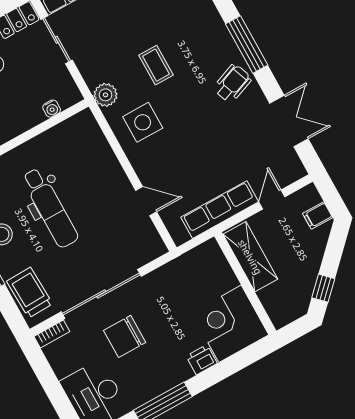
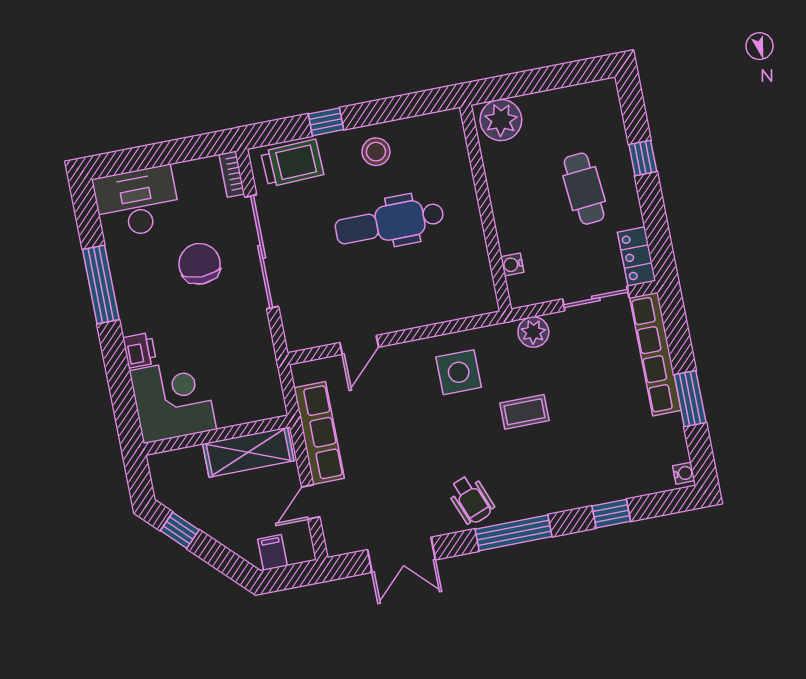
plant: (105, 95) -> (533, 332), moved
door: (272, 199) -> (311, 502), swing flipped

